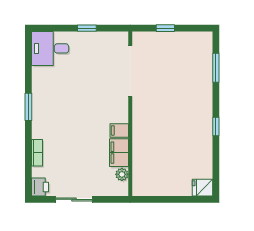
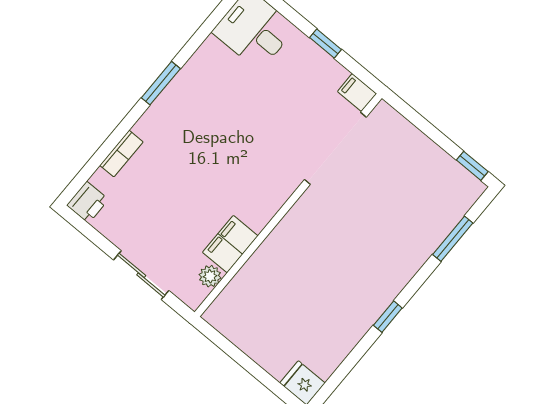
window: (165, 28) -> (472, 166), moved
filing cabinet: (119, 130) -> (357, 93), moved
sliding door: (74, 199) -> (141, 275), moved

